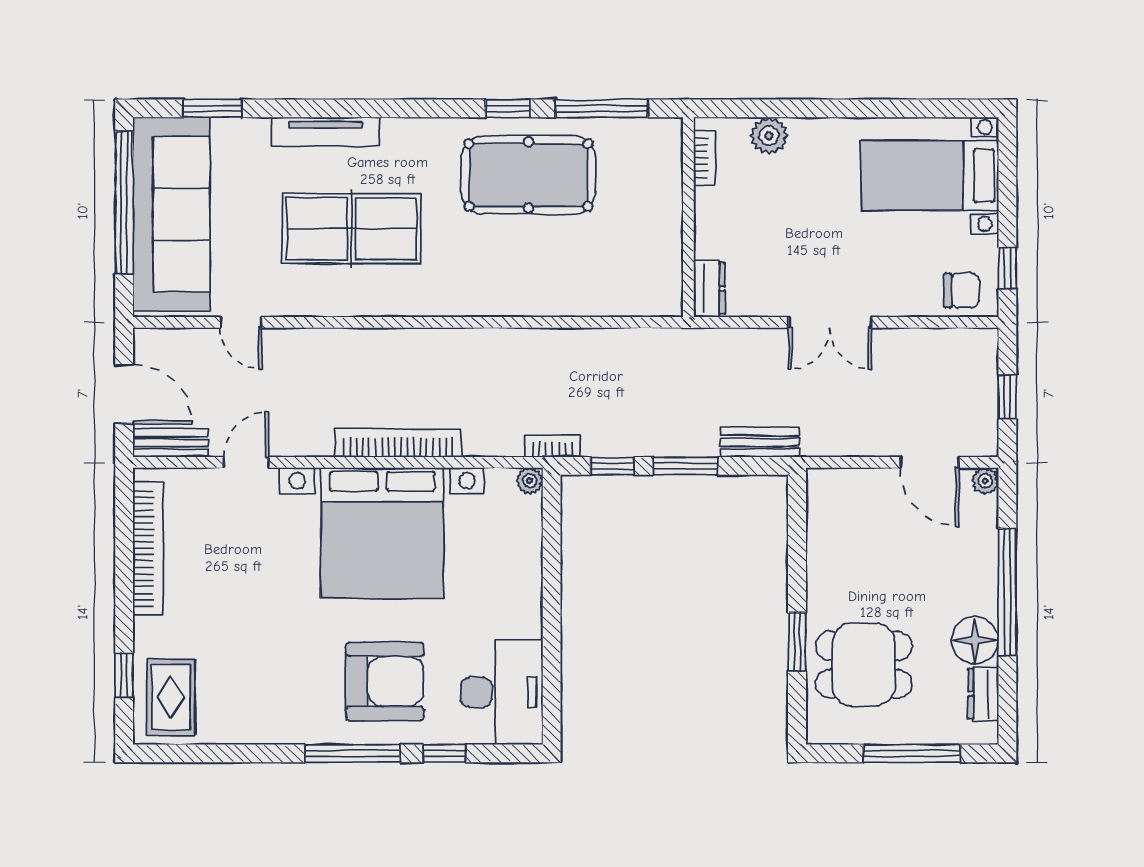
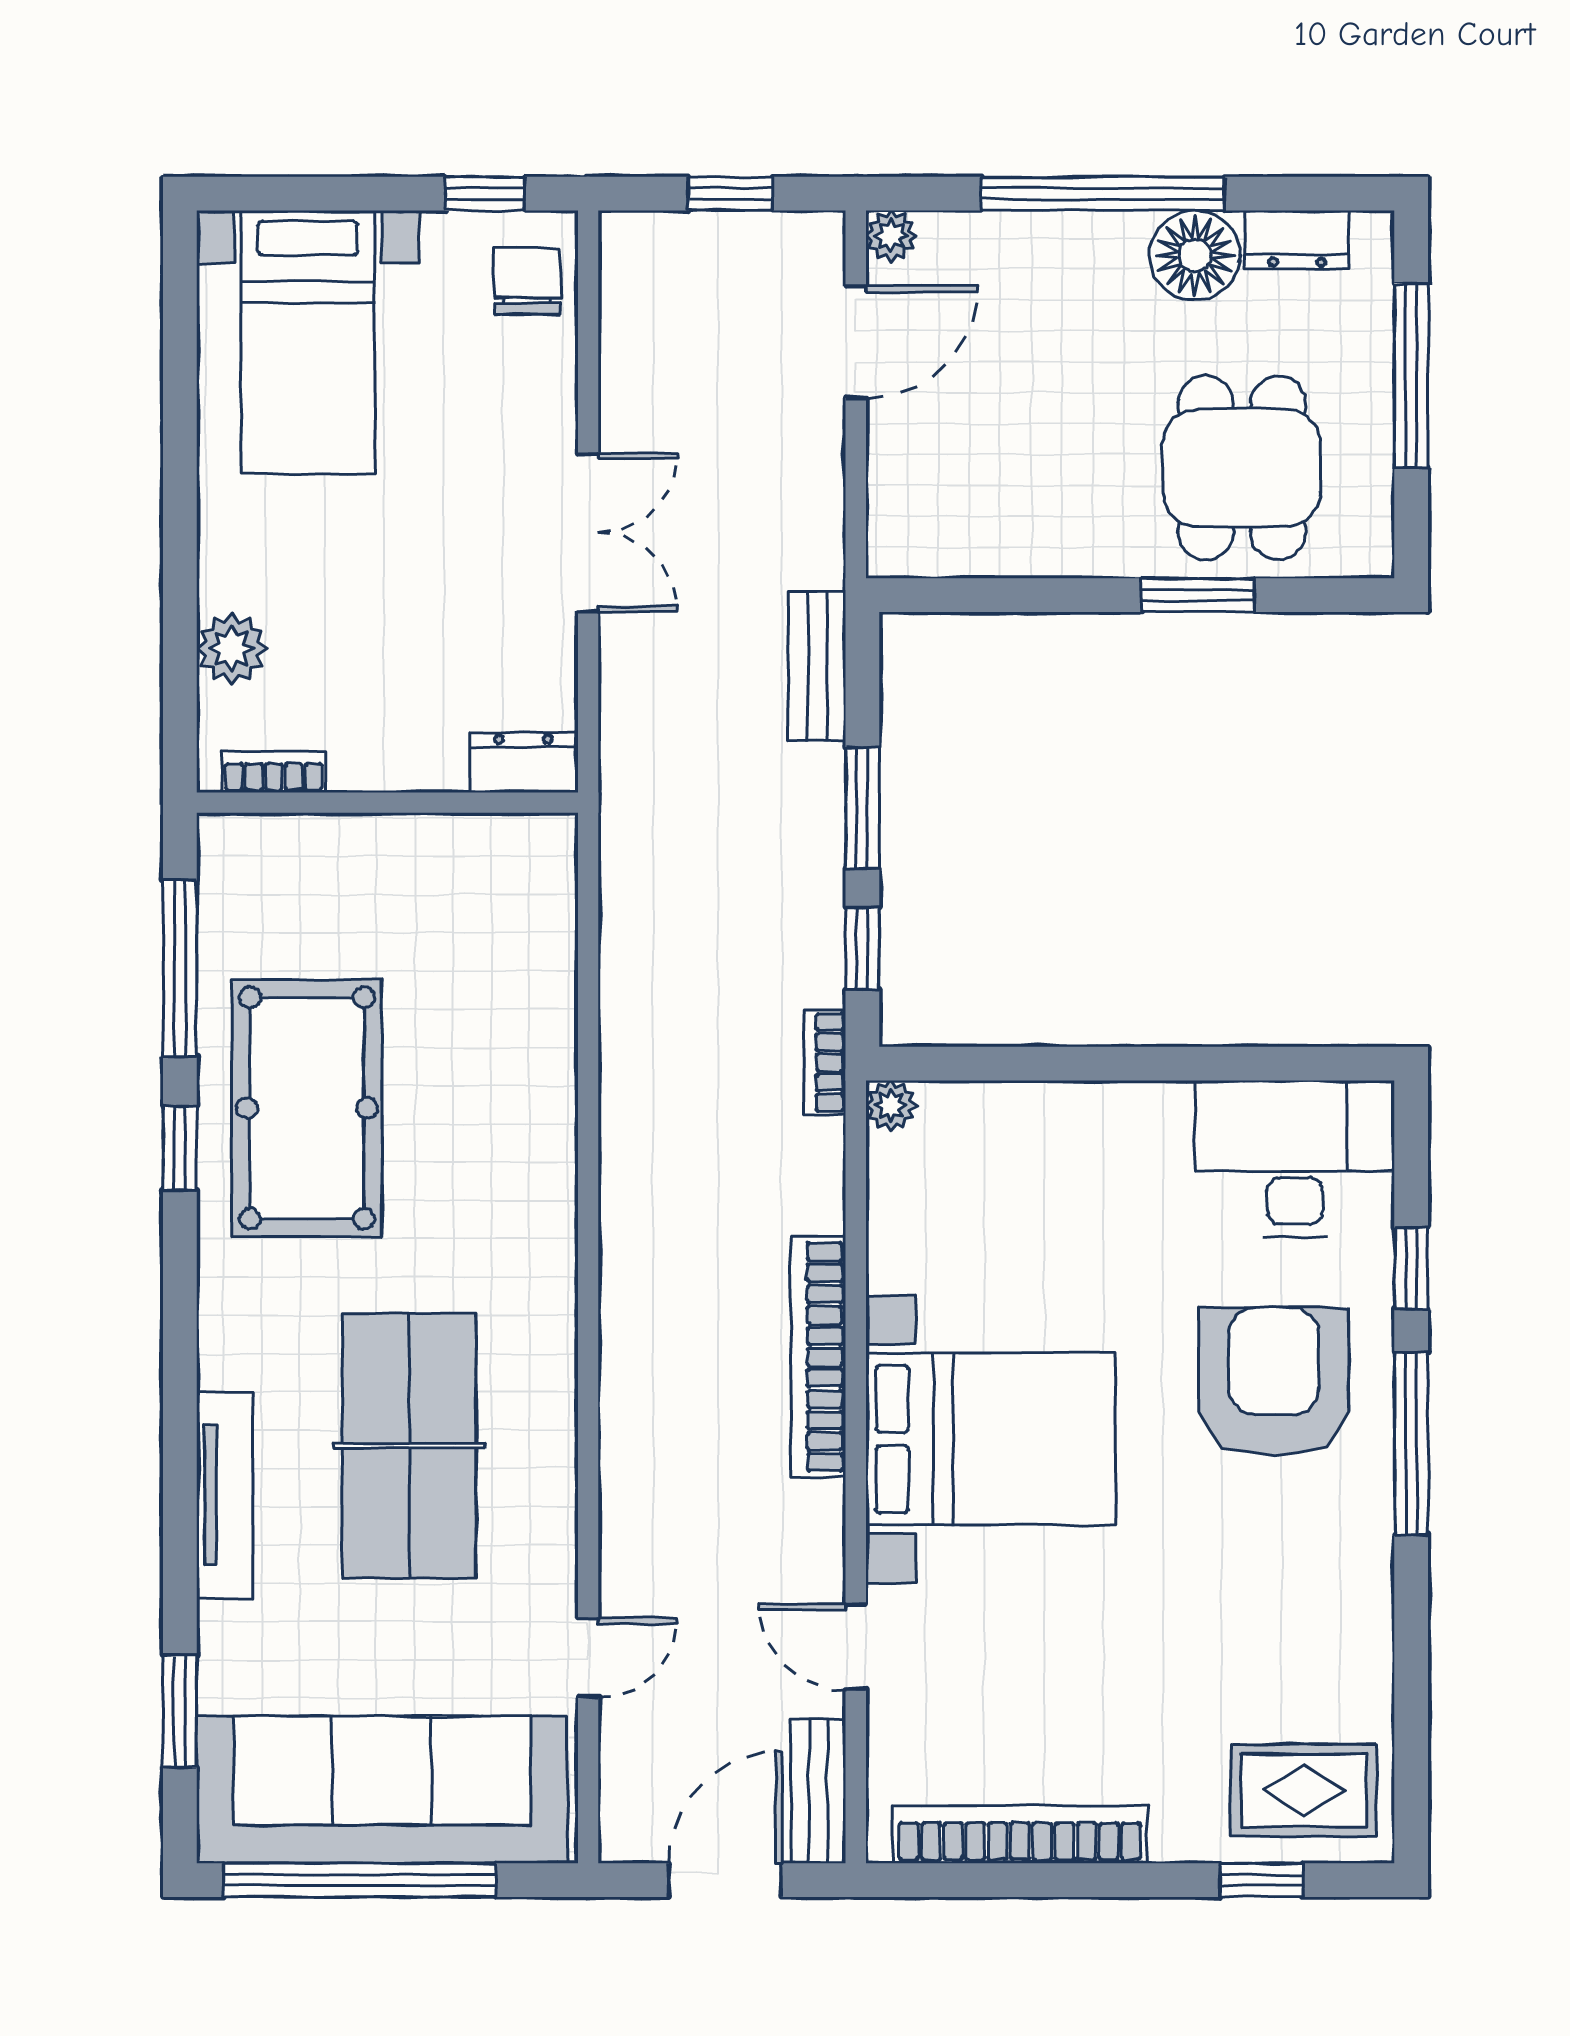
bed with nightstands: (382, 533) -> (991, 1439), width x0.73

